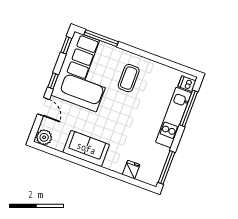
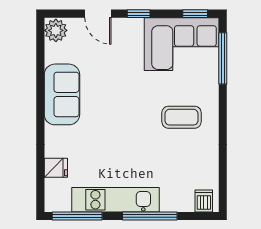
corner sofa: (85, 72) -> (182, 44), width x0.73, depth x0.74
door: (43, 107) -> (98, 14), hinge flipped
window: (189, 108) -> (150, 216), moved
kitchen unit: (173, 117) -> (115, 200), moved

